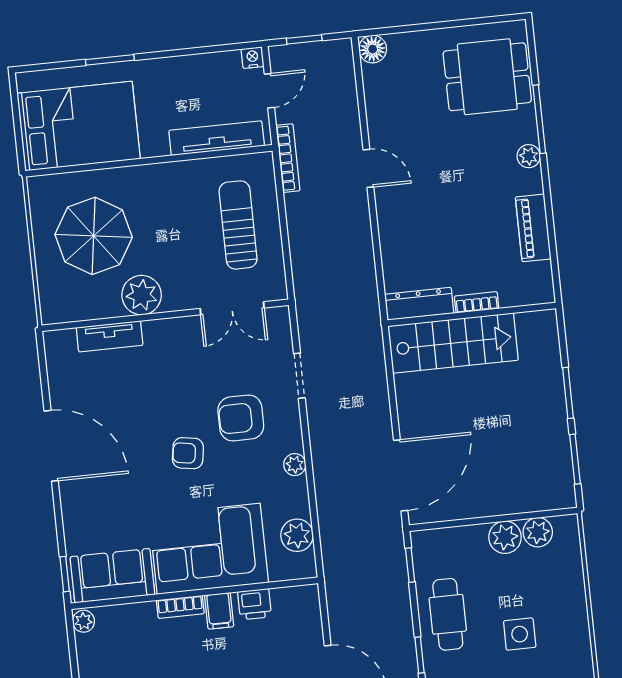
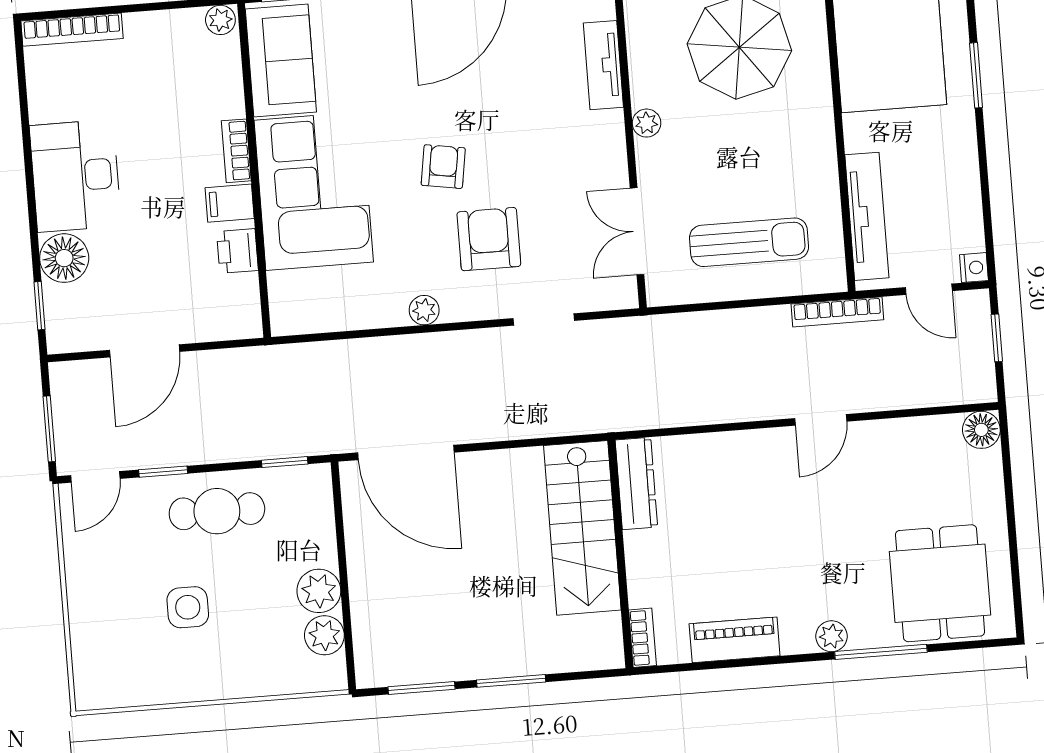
plant: (142, 295) -> (647, 123), width x0.53, depth x0.53
bookcase: (477, 302) -> (642, 638), moved
plant: (297, 535) -> (329, 311), removed

